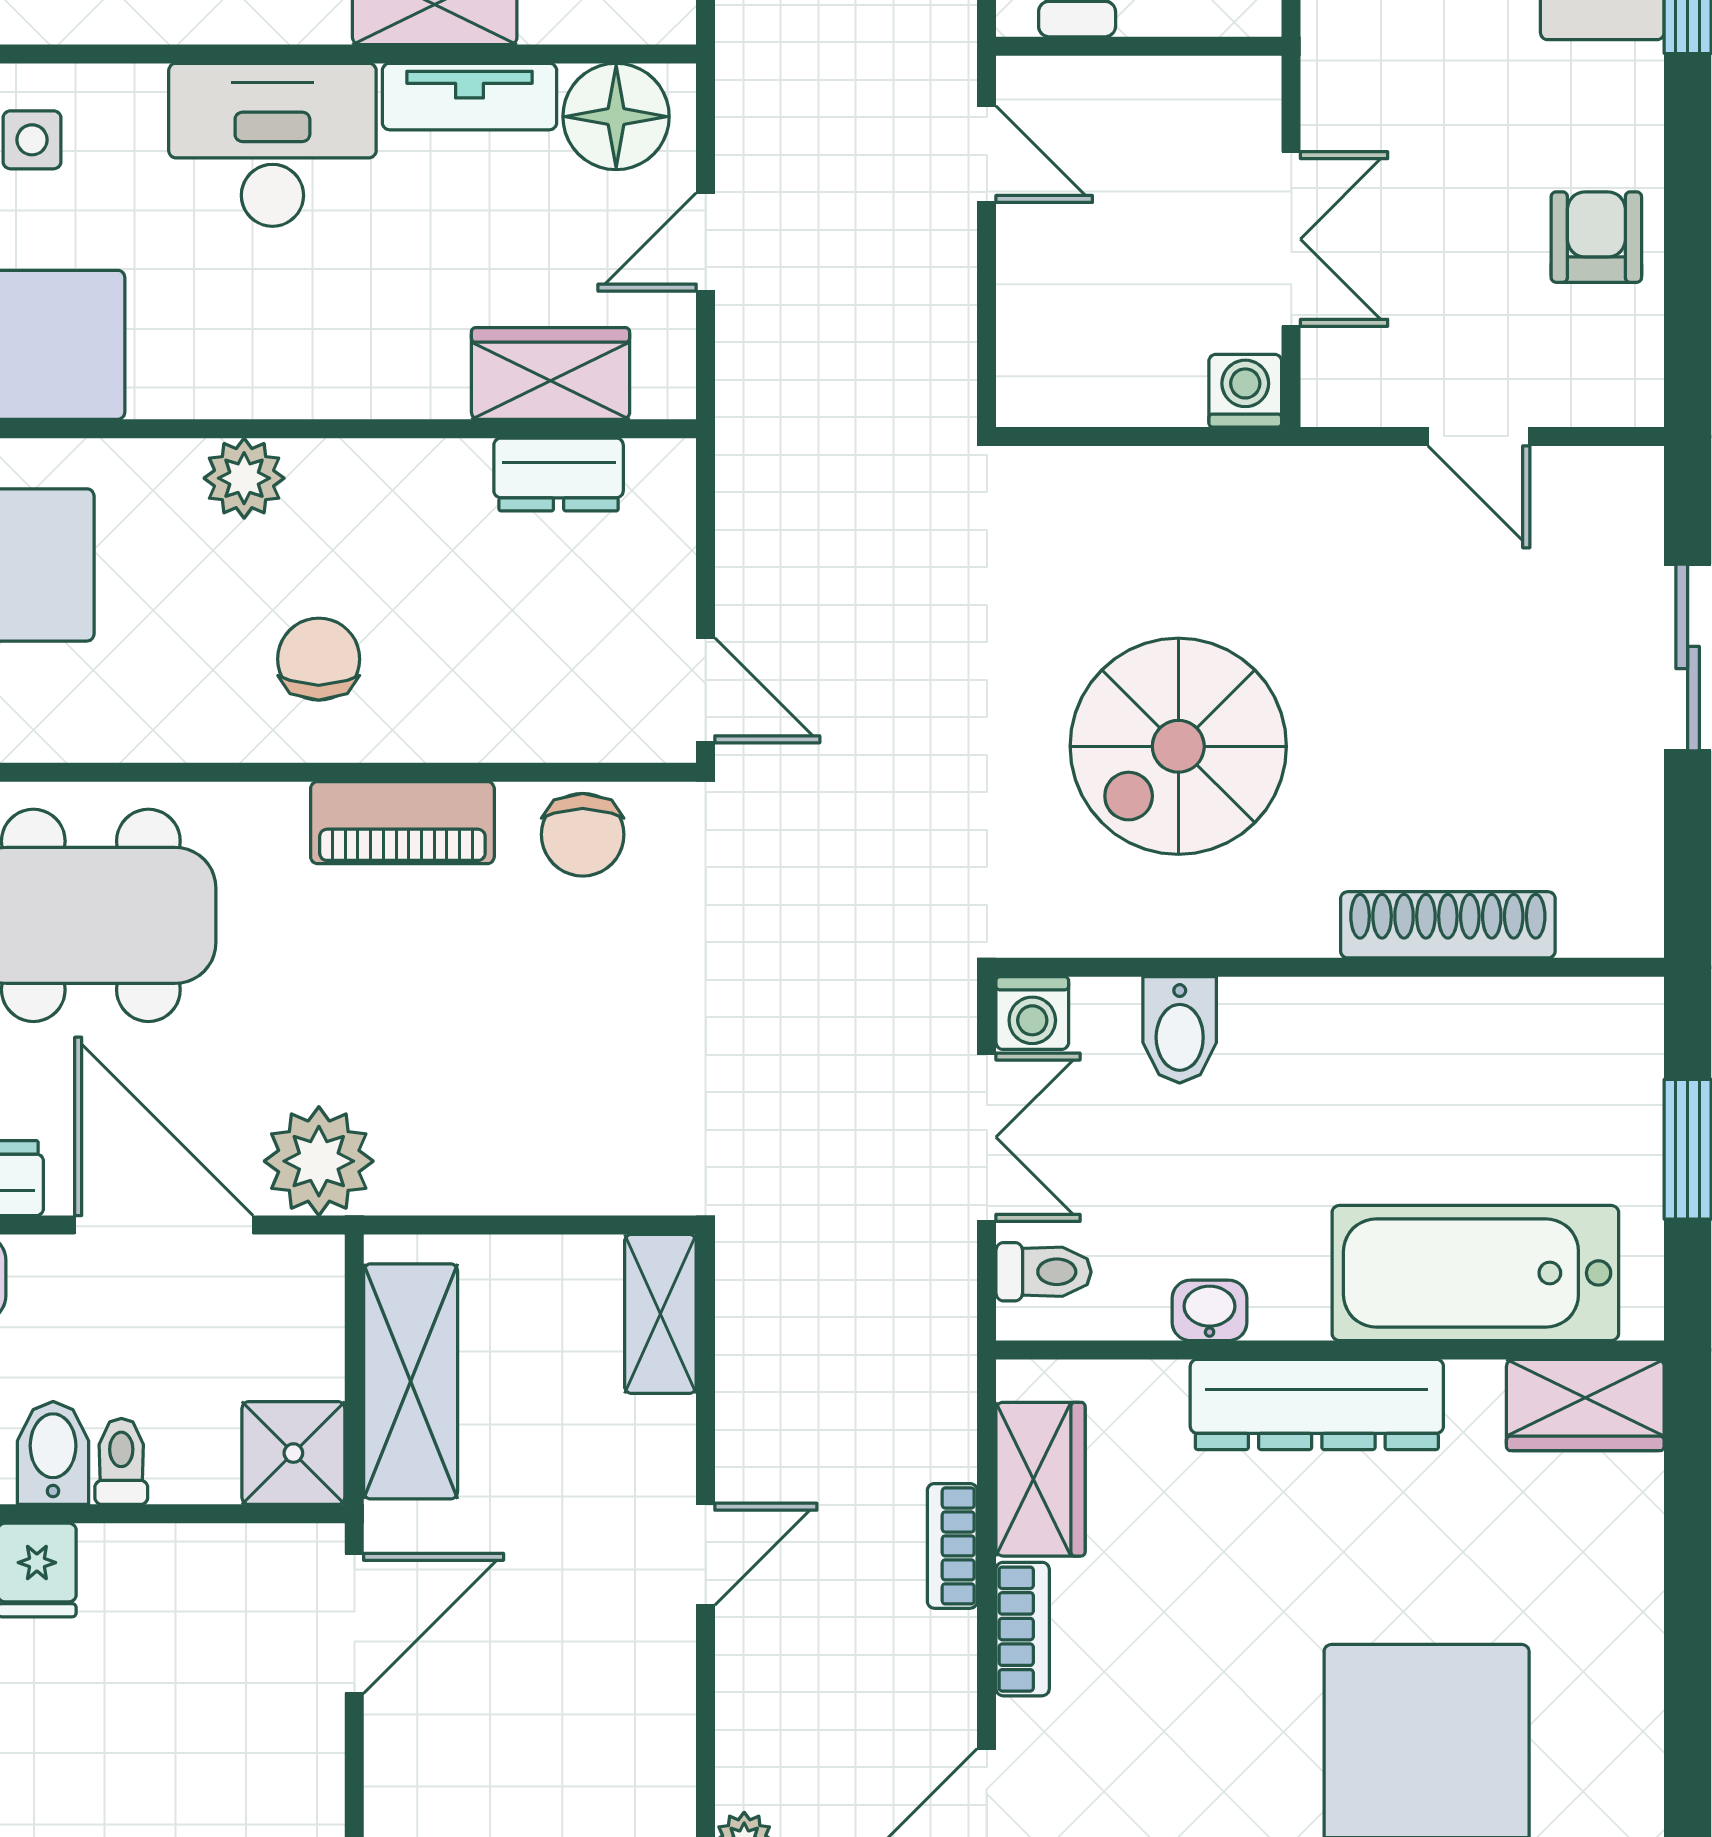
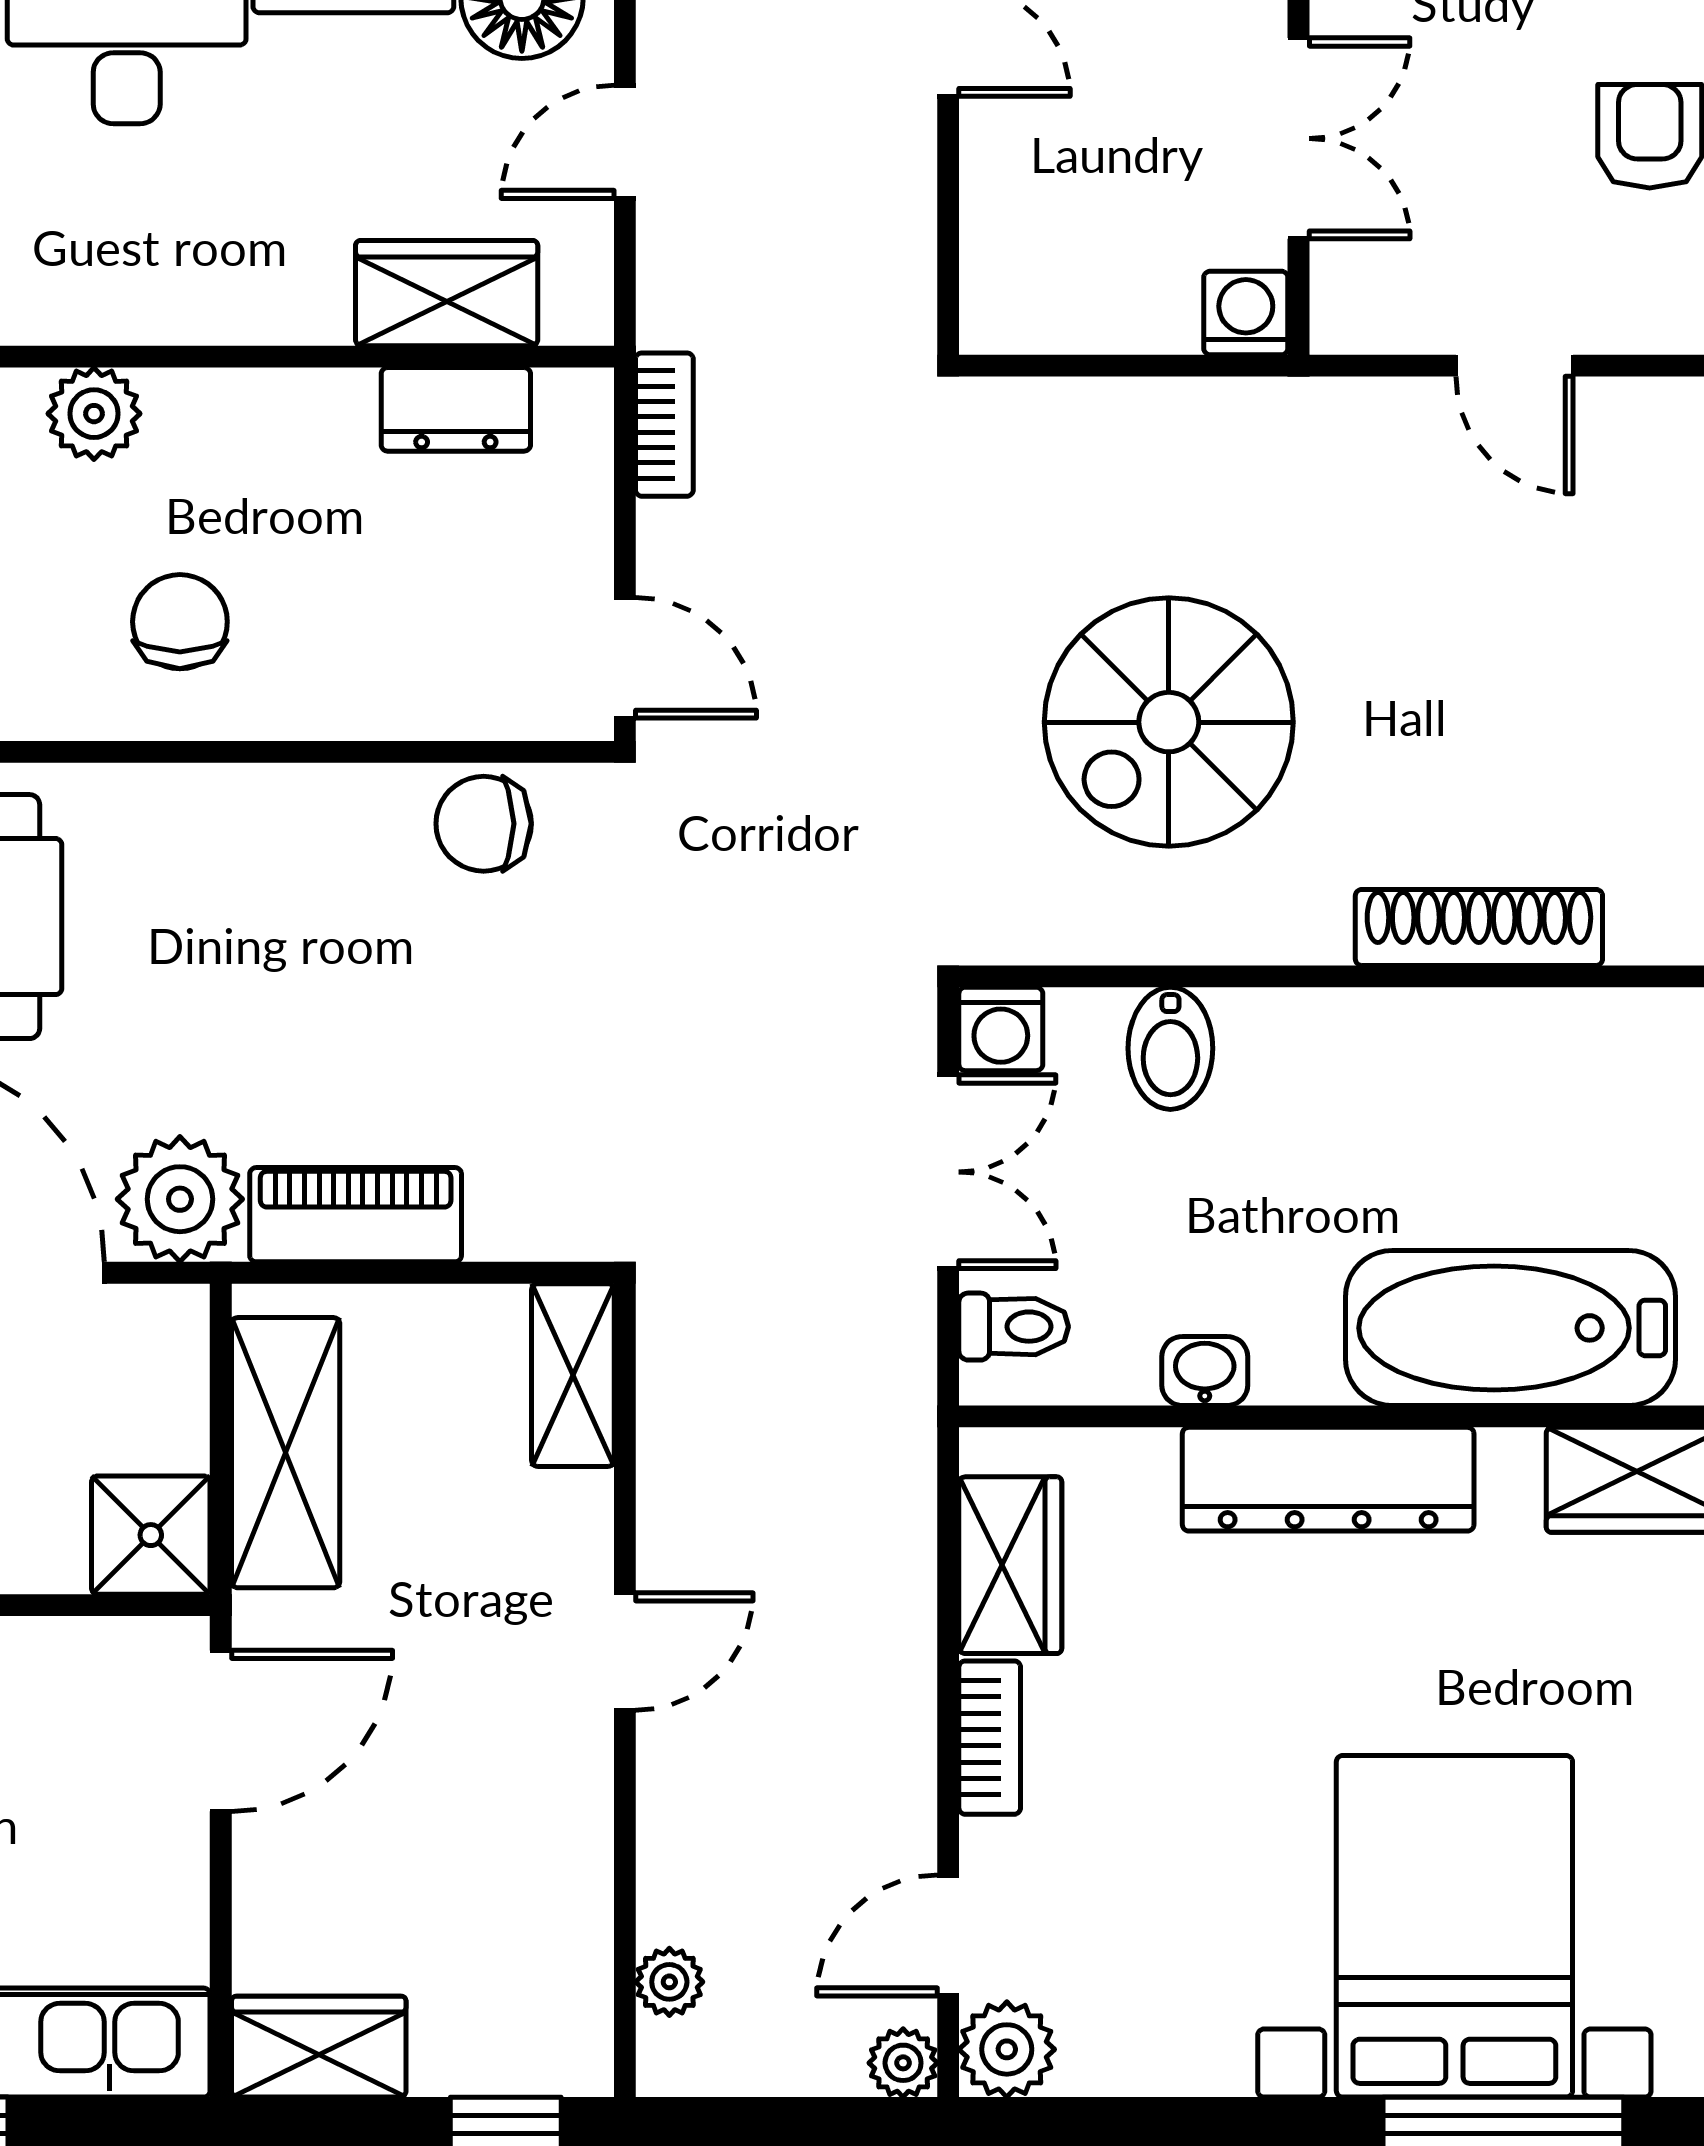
piano: (402, 823) -> (356, 1215), moved, turned 180
chair: (583, 835) -> (484, 824), turned 90
bookcase: (952, 1546) -> (664, 425), moved, turned 180

